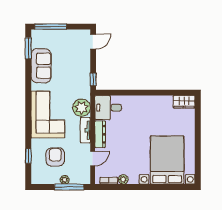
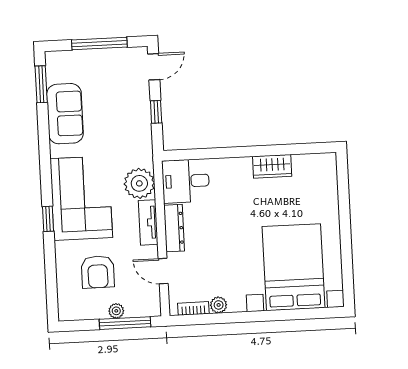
window: (51, 27) -> (99, 44), moved
window: (93, 80) -> (156, 112), moved
wardrobe: (184, 102) -> (272, 166), moved
window: (28, 156) -> (48, 219), moved
armchair: (55, 157) -> (98, 272), turned 180
door: (93, 158) -> (163, 271), swing flipped

